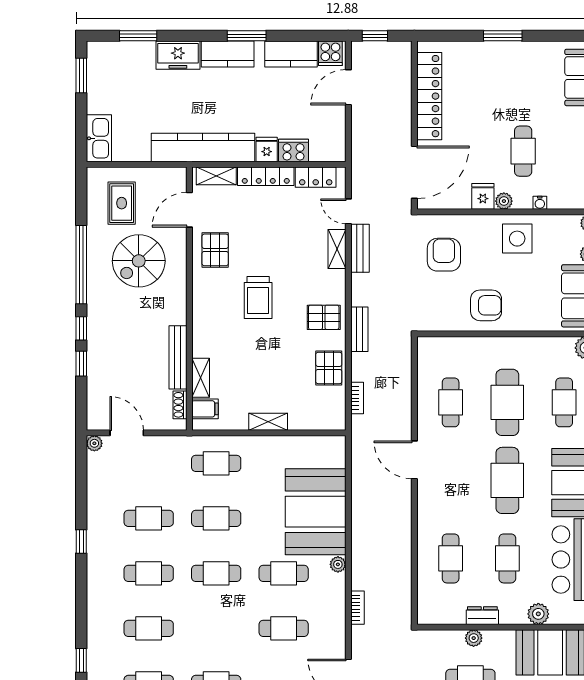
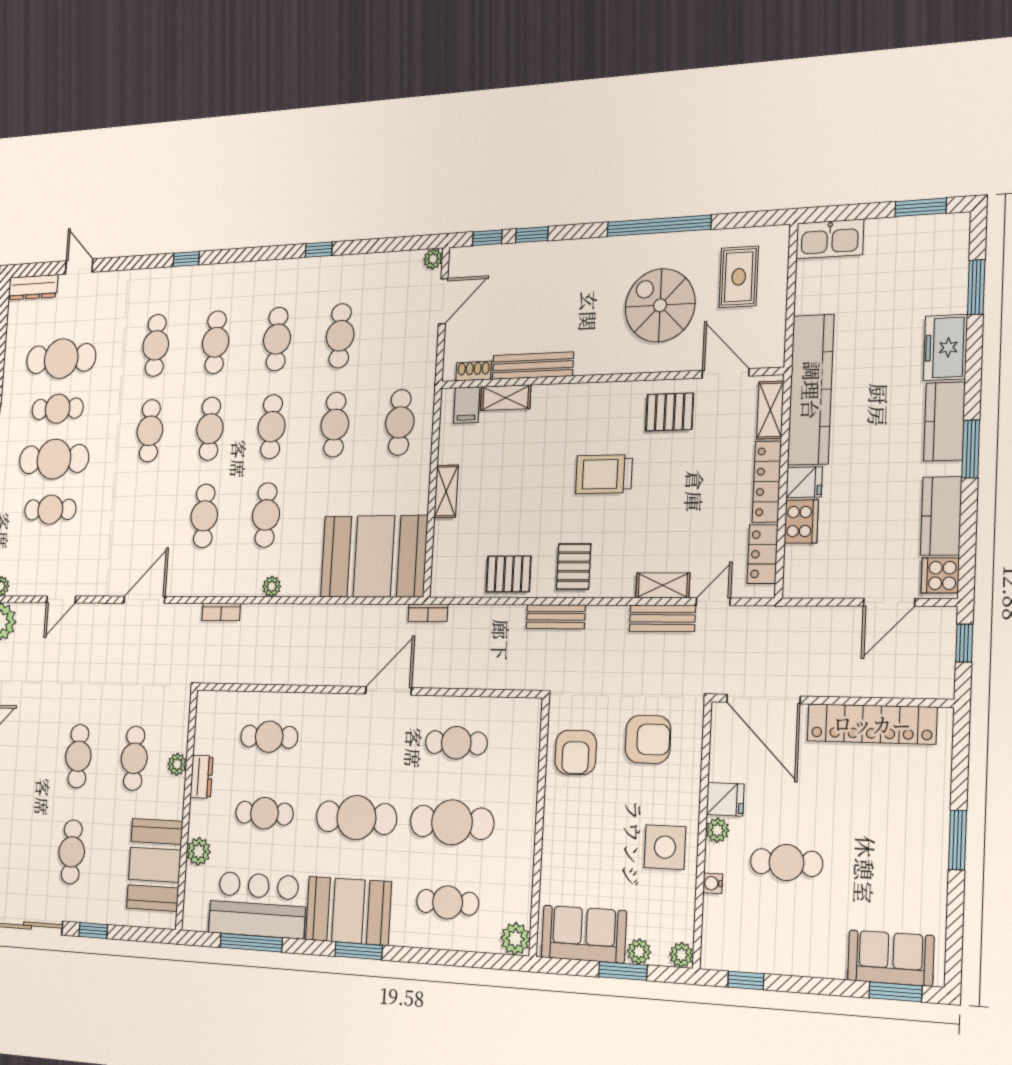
door: (348, 87) -> (889, 602), swing flipped
rug: (122, 203) -> (739, 277), turned 90
armchair: (486, 305) -> (576, 752), moved
window: (81, 328) -> (487, 238), moved
bookcase: (357, 398) -> (428, 613), moved
booth: (316, 512) -> (374, 556), moved
cafe table: (216, 628) -> (210, 429), added

